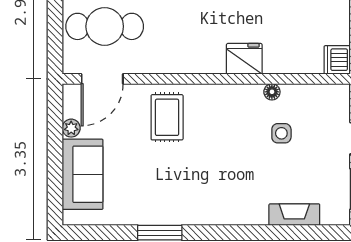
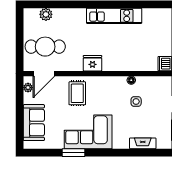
fridge: (244, 59) -> (92, 63), moved
plant: (71, 128) -> (28, 88), moved
corner sofa: (188, 192) -> (88, 132), added

